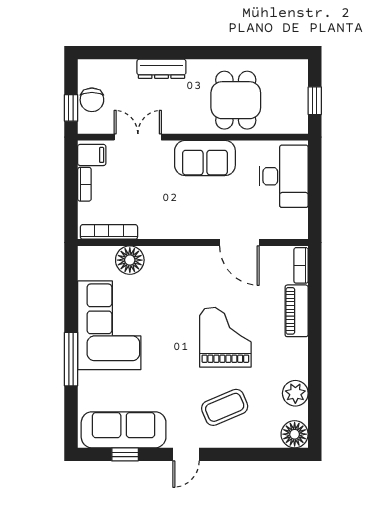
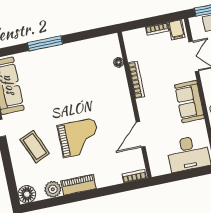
bookcase: (109, 232) -> (136, 80), moved
floor lamp: (130, 260) -> (119, 62), width x0.53, depth x0.53
piano: (297, 311) -> (79, 185), moved
corner sofa: (109, 325) -> (71, 63), removed

